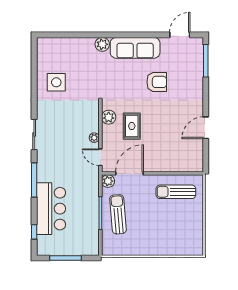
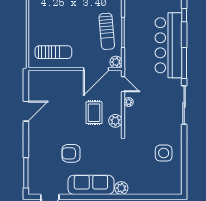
sliding door: (34, 134) -> (184, 105), width x1.37
bar counter: (51, 209) -> (169, 45), width x1.36

